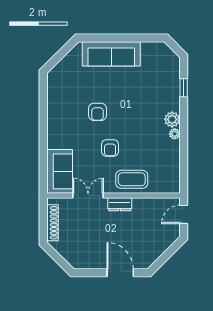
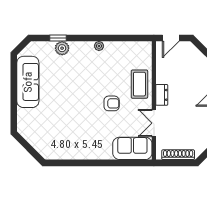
sofa: (111, 54) -> (28, 82), moved
armchair: (97, 112) -> (79, 115), removed
plant: (172, 119) -> (62, 48), moved
door: (184, 214) -> (171, 38), hinge flipped

